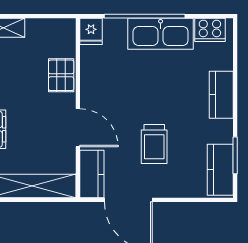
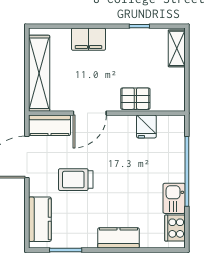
fridge: (91, 31) -> (146, 127), moved, turned -90
kitchen sink: (161, 34) -> (174, 198), width x0.53, depth x0.81
kitchen counter: (220, 170) -> (40, 219), moved, turned 90

